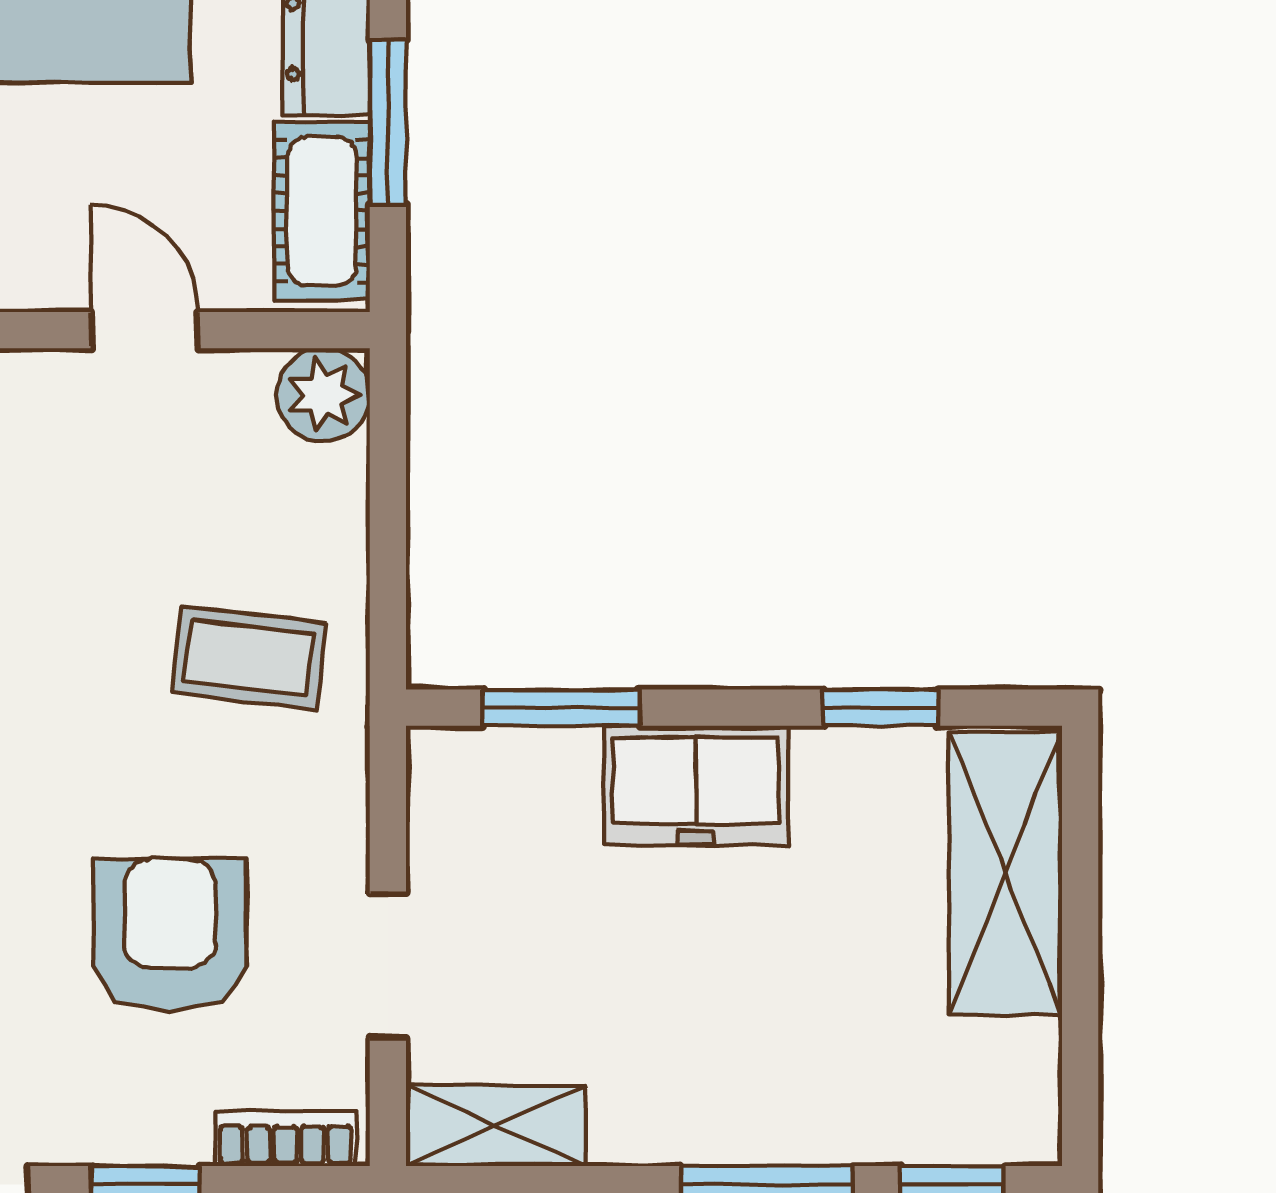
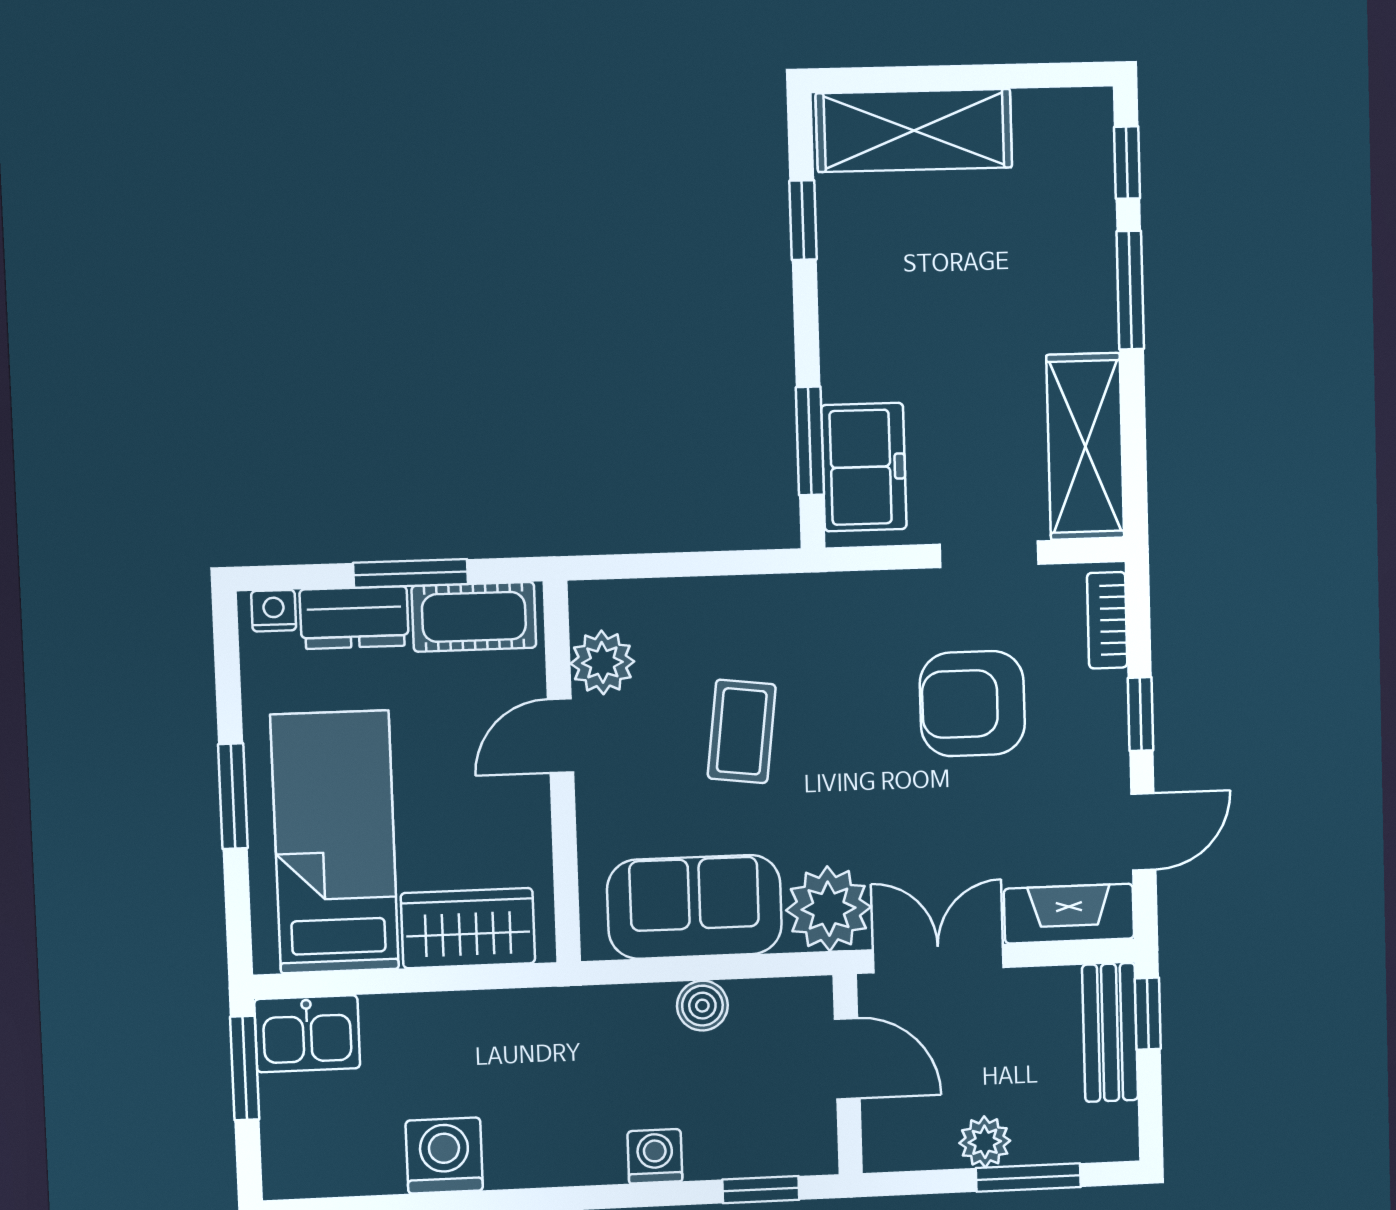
plant: (323, 395) -> (602, 662), moved
coffee table: (249, 658) -> (742, 731), moved
freezer: (696, 785) -> (864, 467), moved
shelving: (496, 1126) -> (1085, 446), width x1.50, depth x1.33

